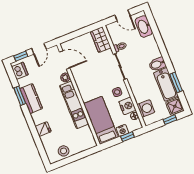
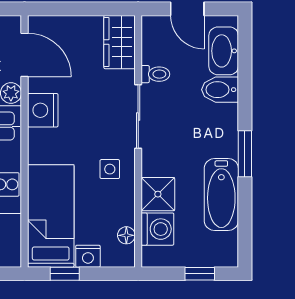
bidet: (157, 64) -> (220, 90), moved
window: (176, 82) -> (245, 154), moved
nightstand: (127, 106) -> (43, 110), moved, turned 180
shower: (175, 106) -> (158, 194), moved
window: (128, 137) -> (65, 274), moved

